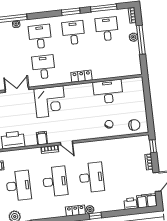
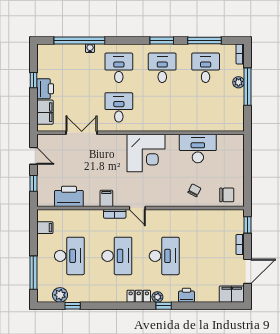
locker: (81, 76) -> (166, 125), removed
corner desk: (50, 102) -> (146, 153), moved
printer: (131, 204) -> (186, 295), moved

